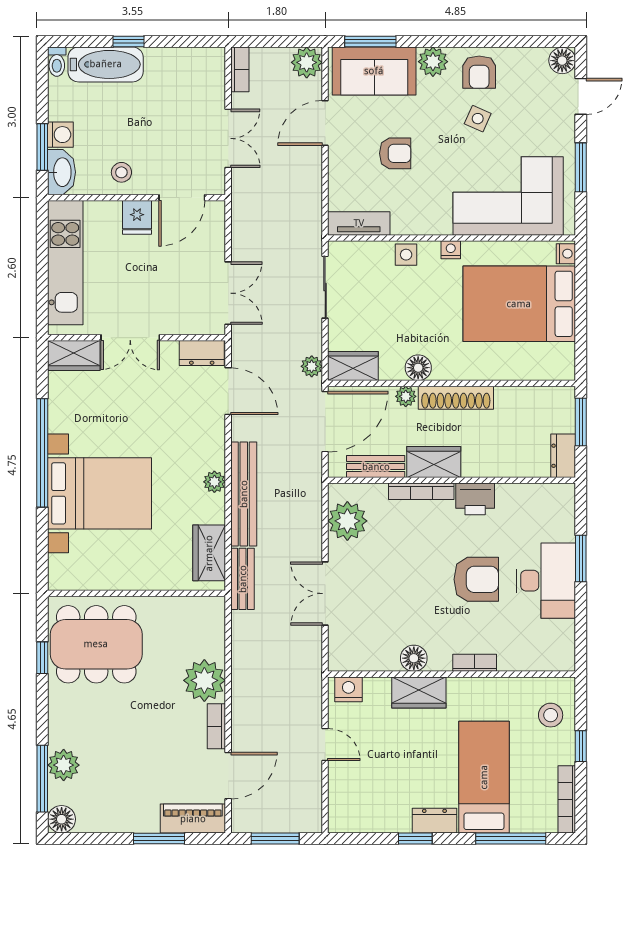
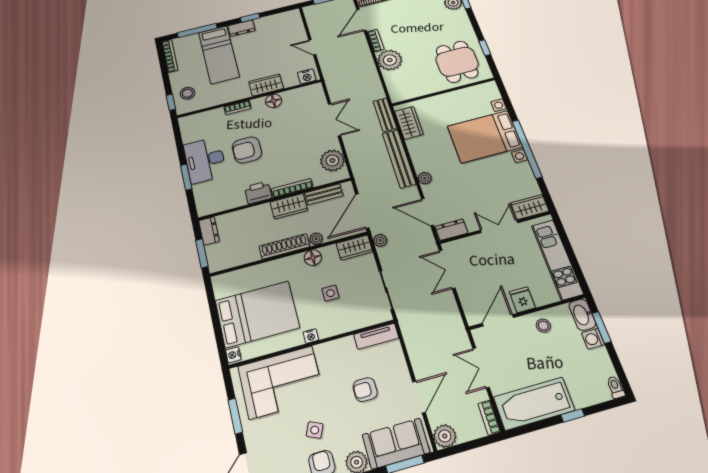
bathtub: (106, 64) -> (534, 404), moved, width x1.36, depth x1.36
side table: (406, 255) -> (330, 293), moved
plant: (214, 482) -> (425, 178), moved
dining table: (96, 644) -> (457, 62), width x0.73
window: (581, 746) -> (171, 102), moved

